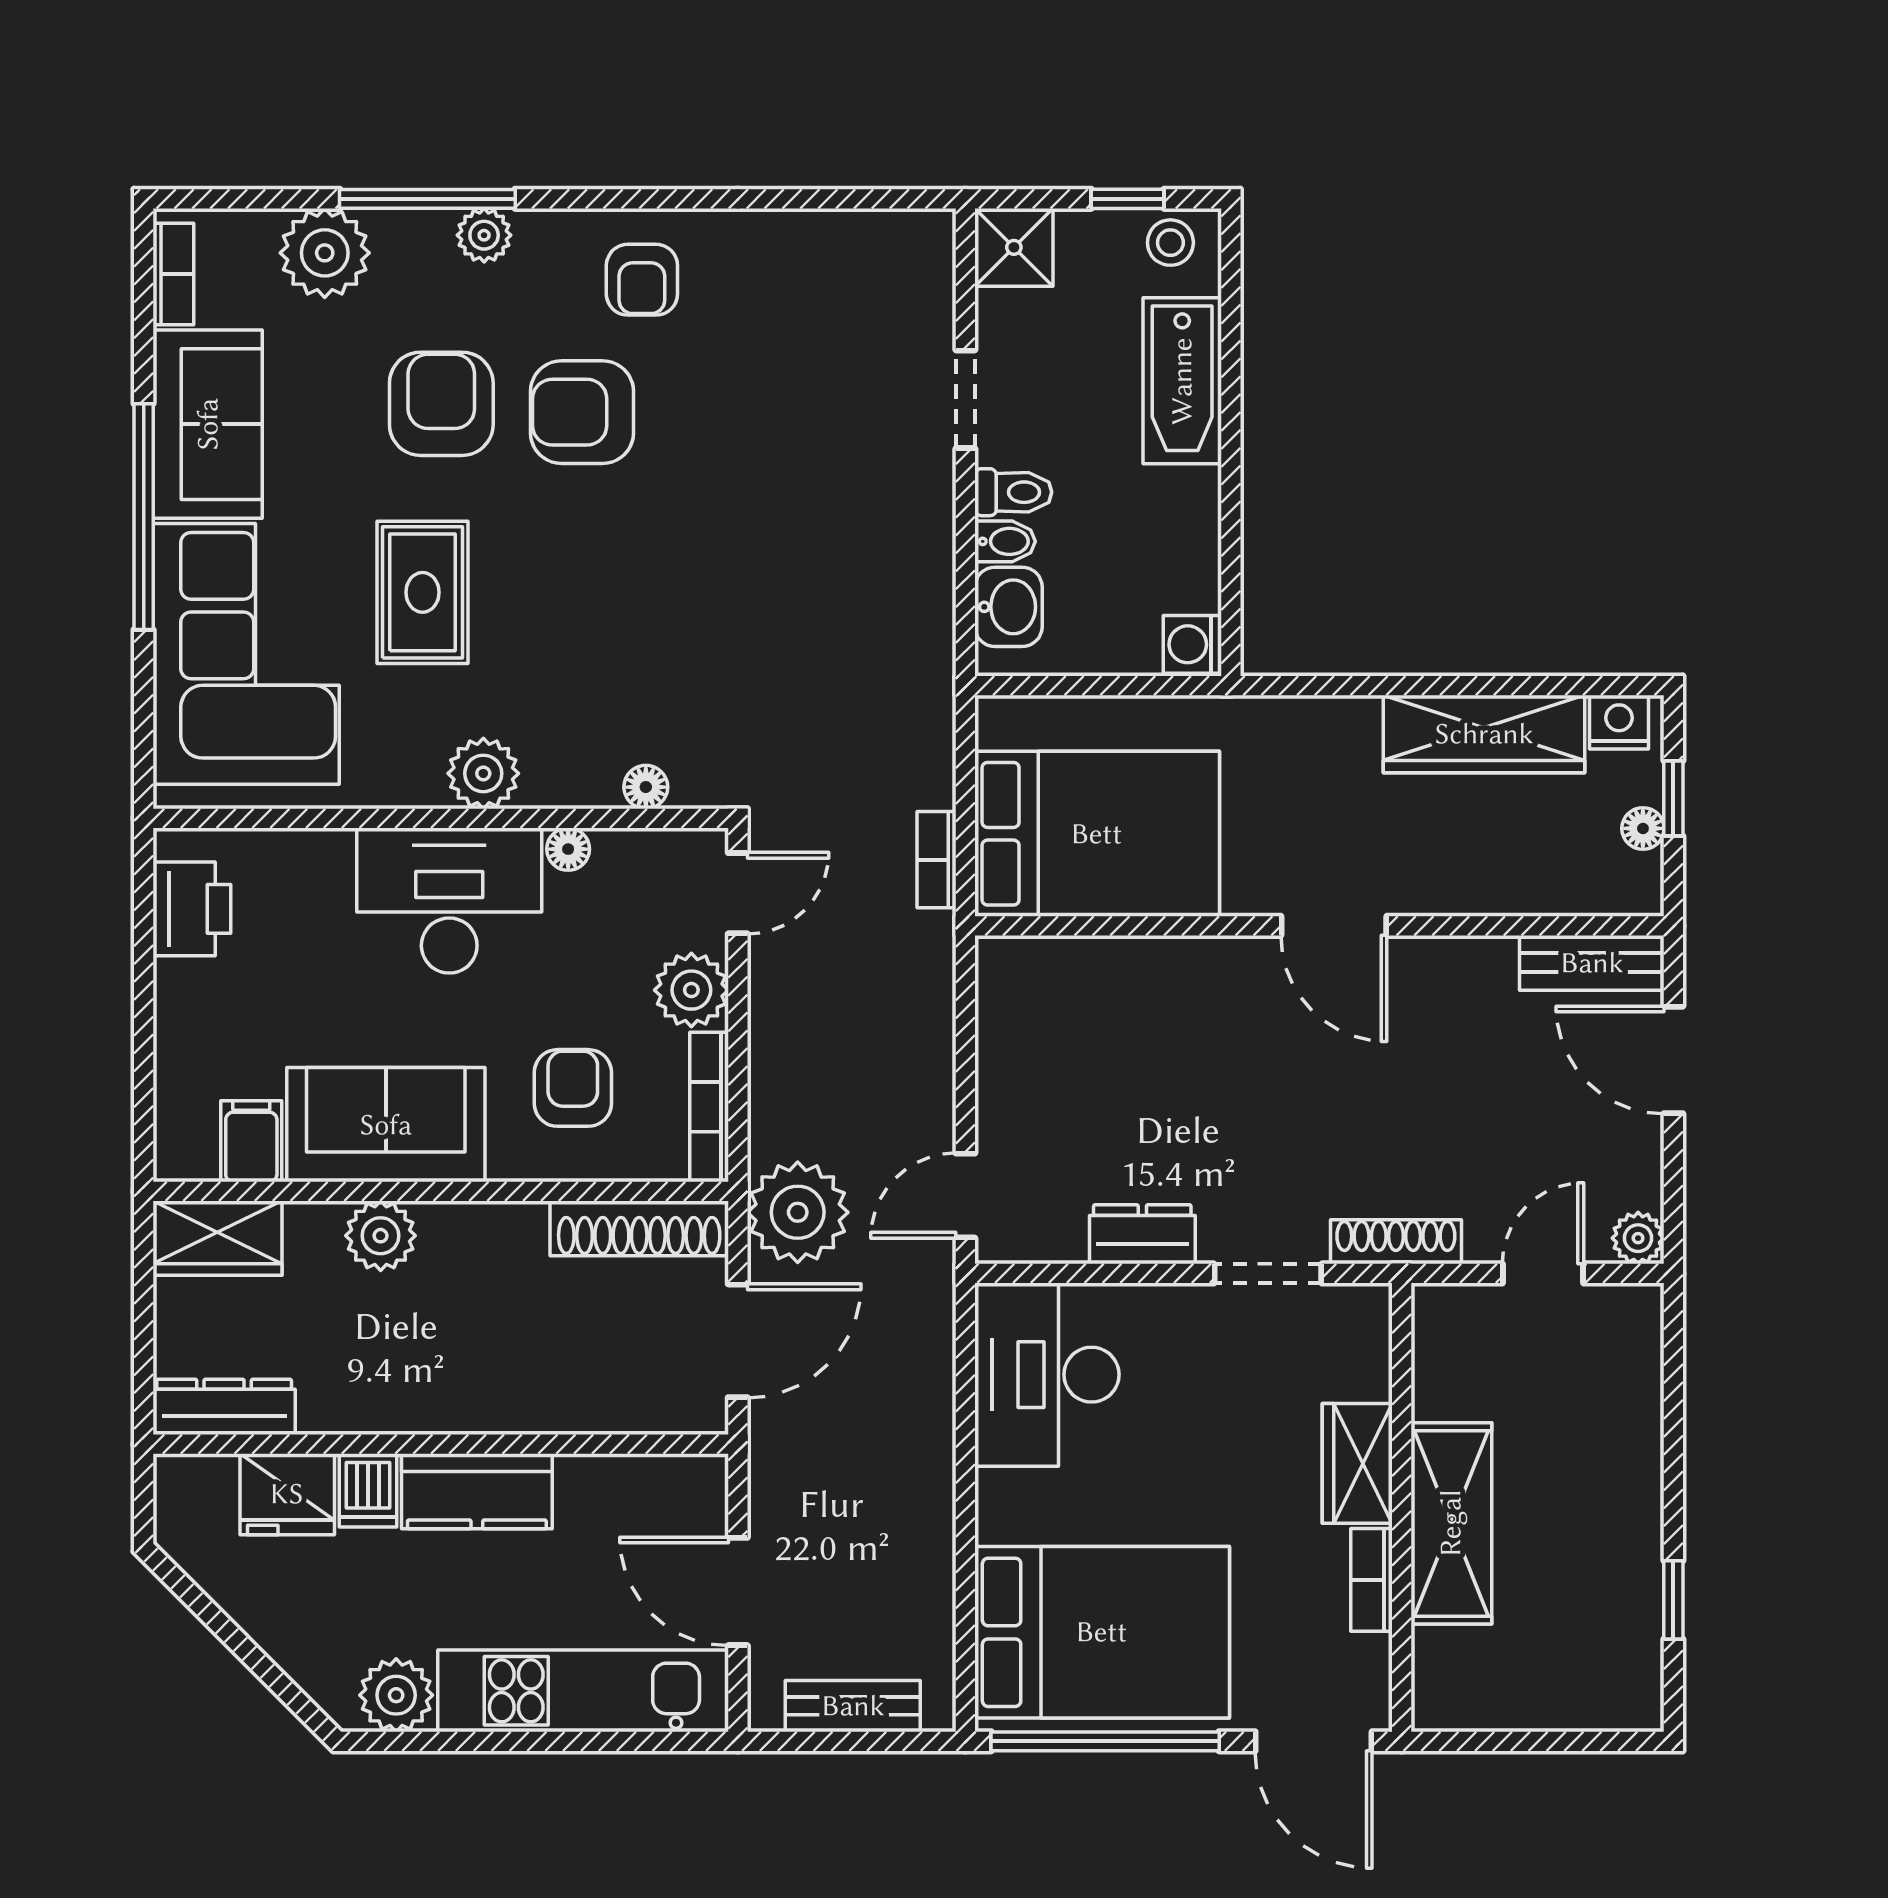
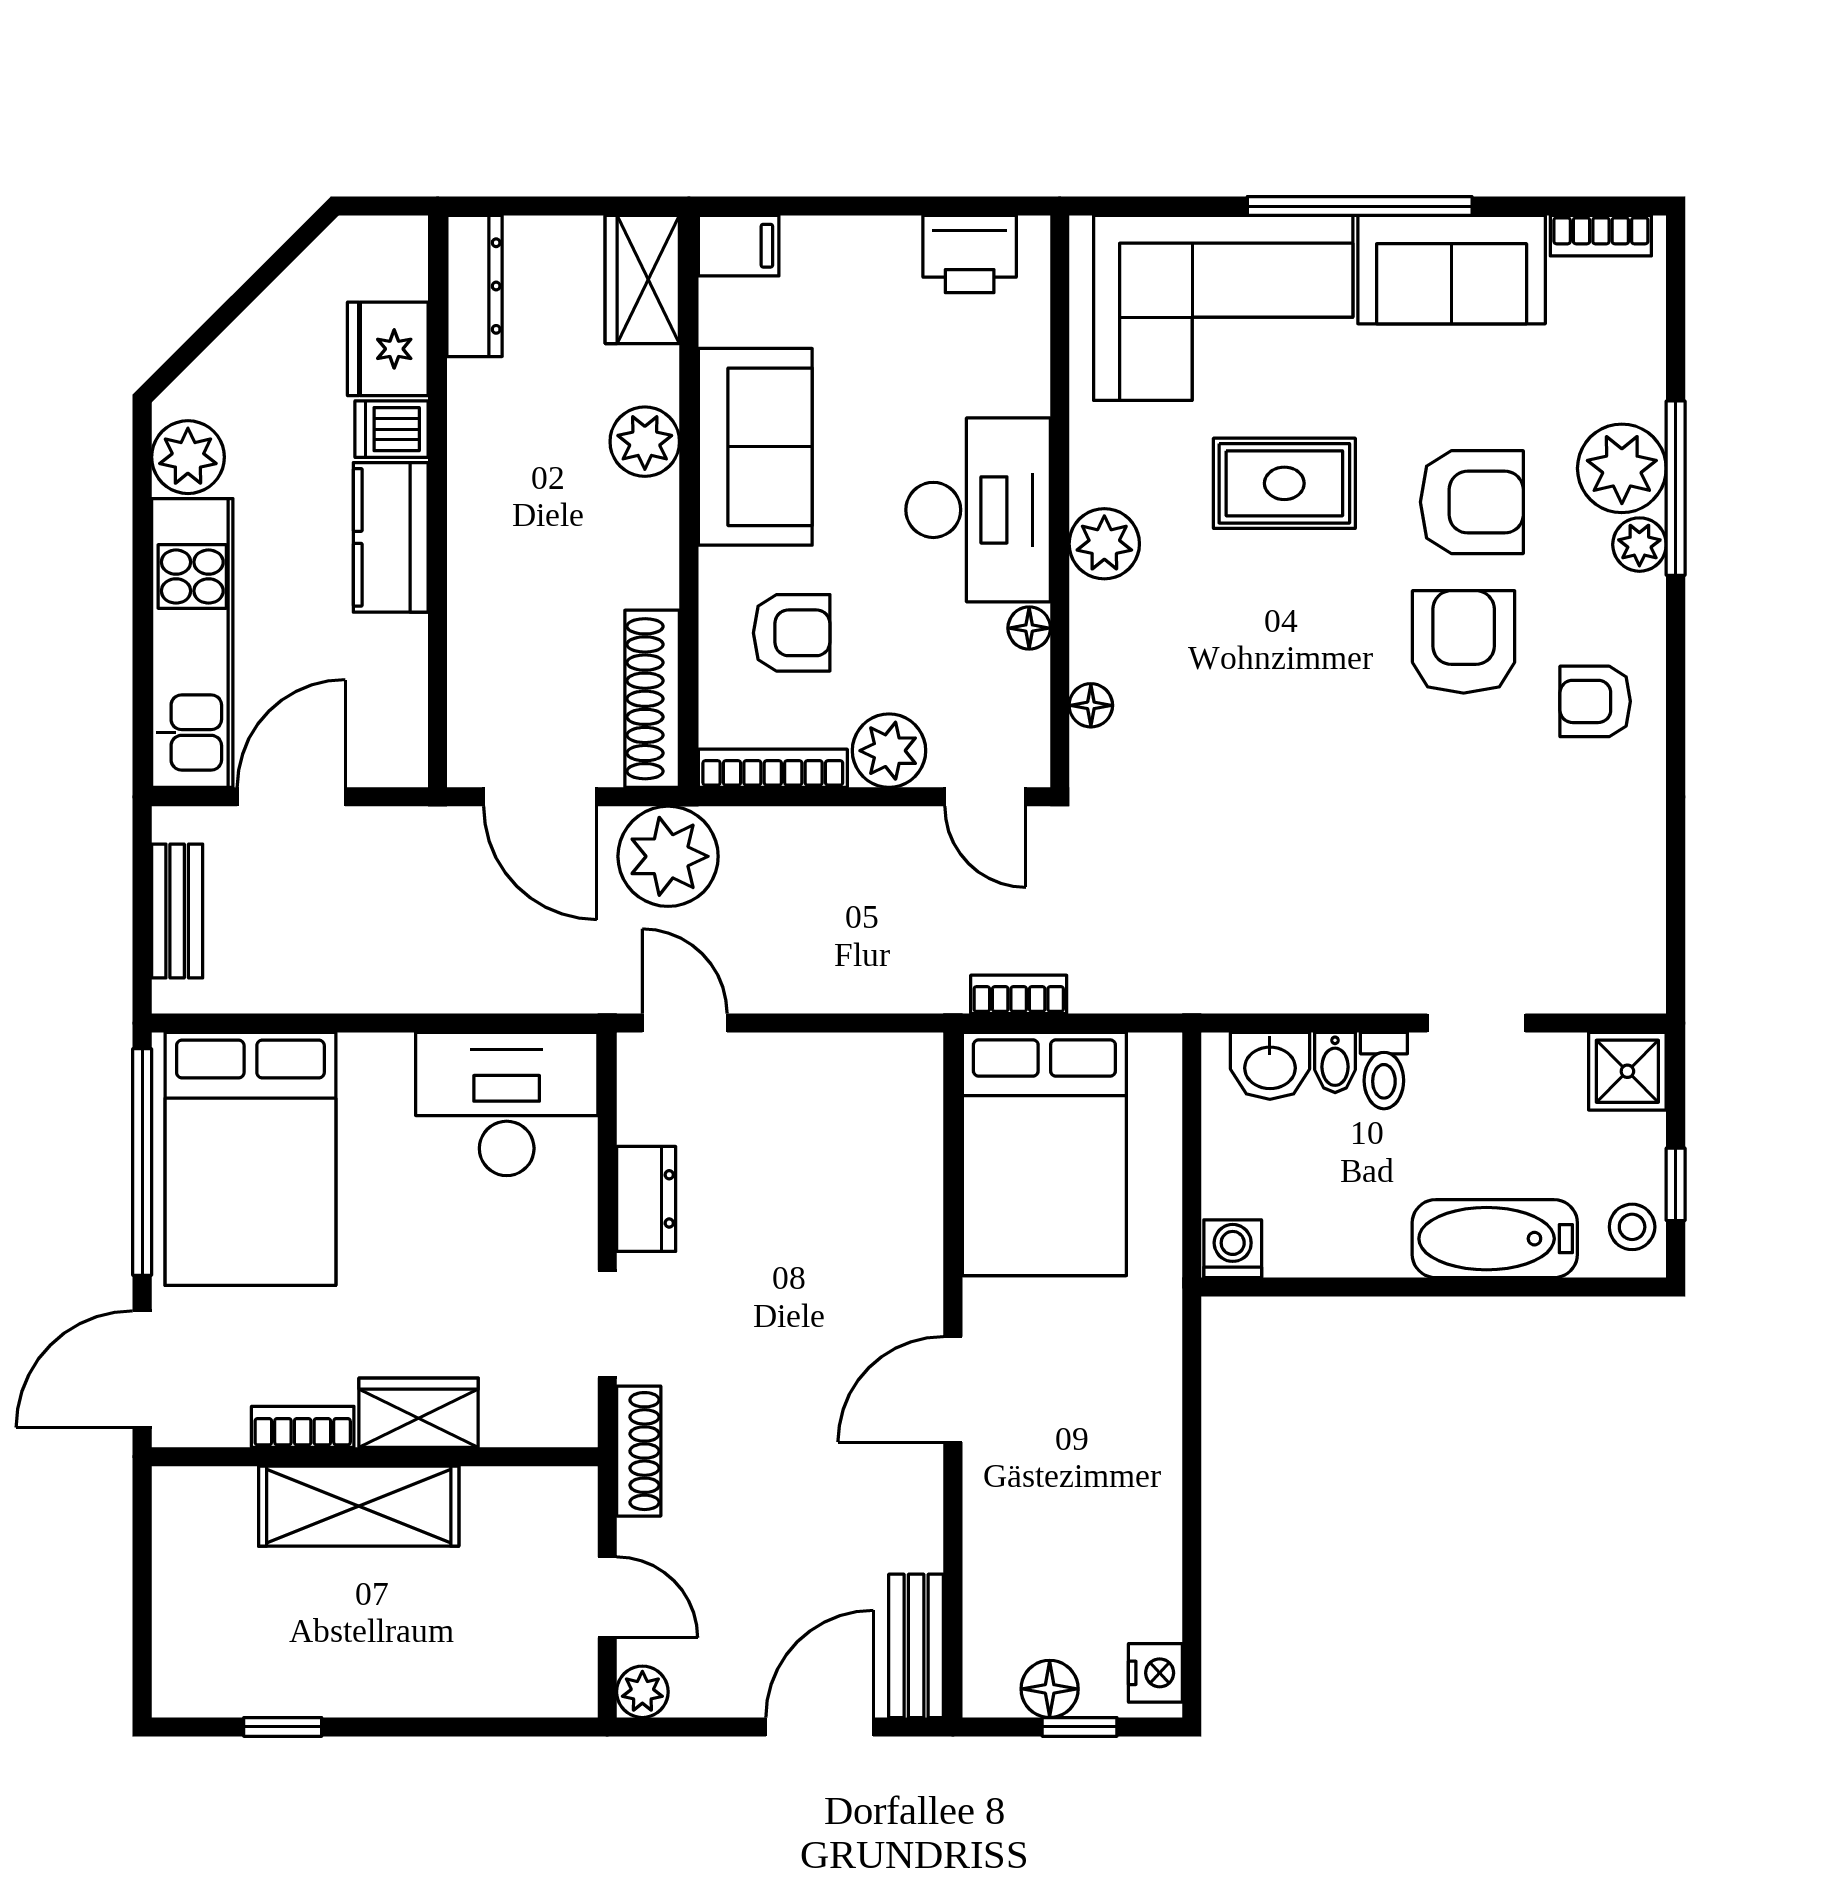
plant: (325, 253) -> (1622, 468), moved
wardrobe: (1484, 734) -> (1144, 1539), removed
floor lamp: (1643, 828) -> (1050, 1689), width x1.37, depth x1.37
filing cabinet: (251, 1141) -> (739, 246), moved

